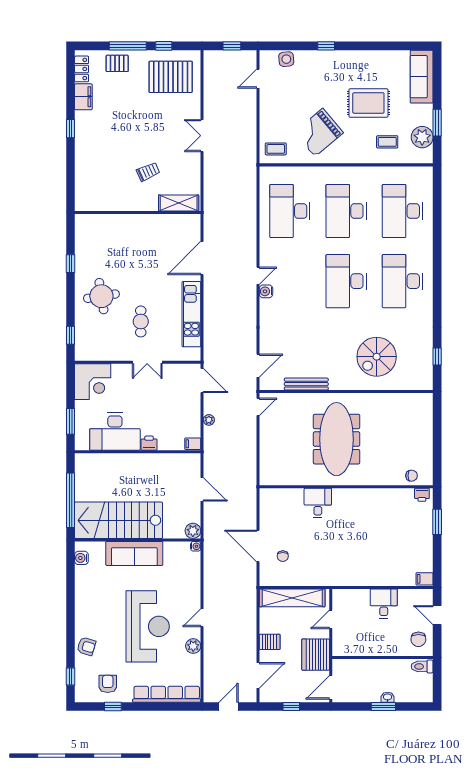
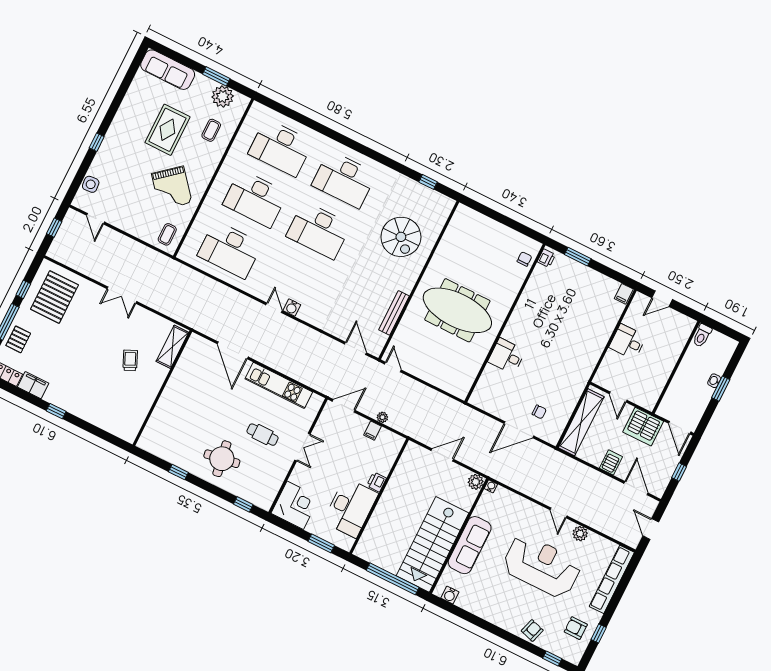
filing cabinet: (193, 444) -> (373, 431), moved
chair: (418, 639) -> (676, 327), removed

